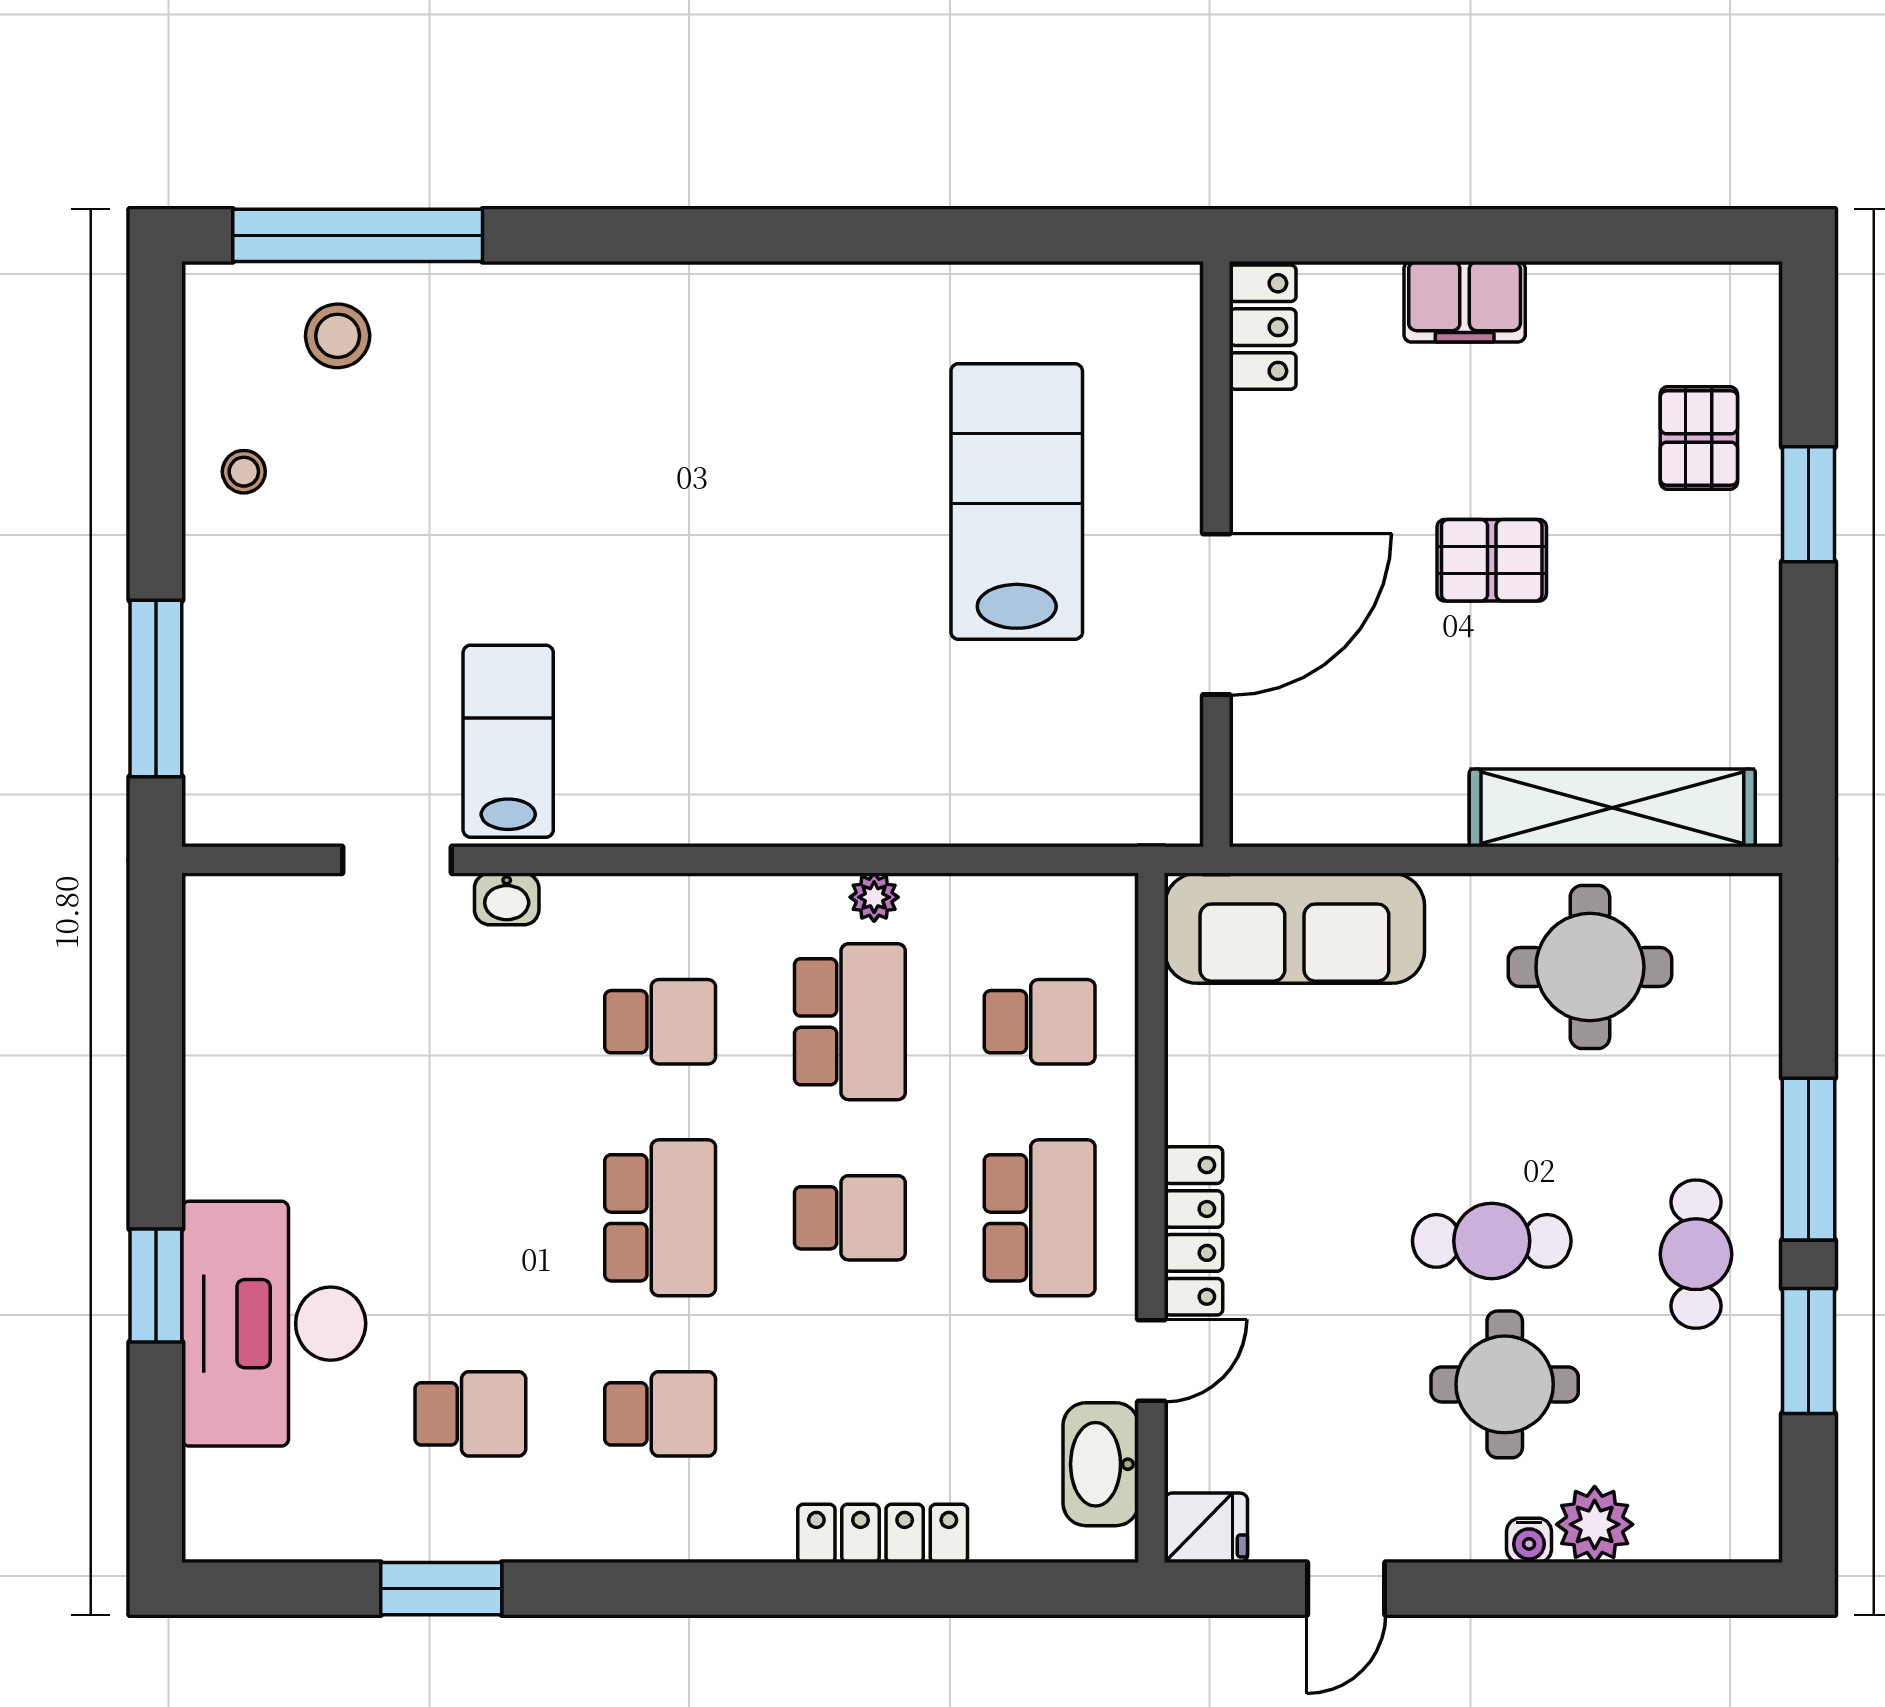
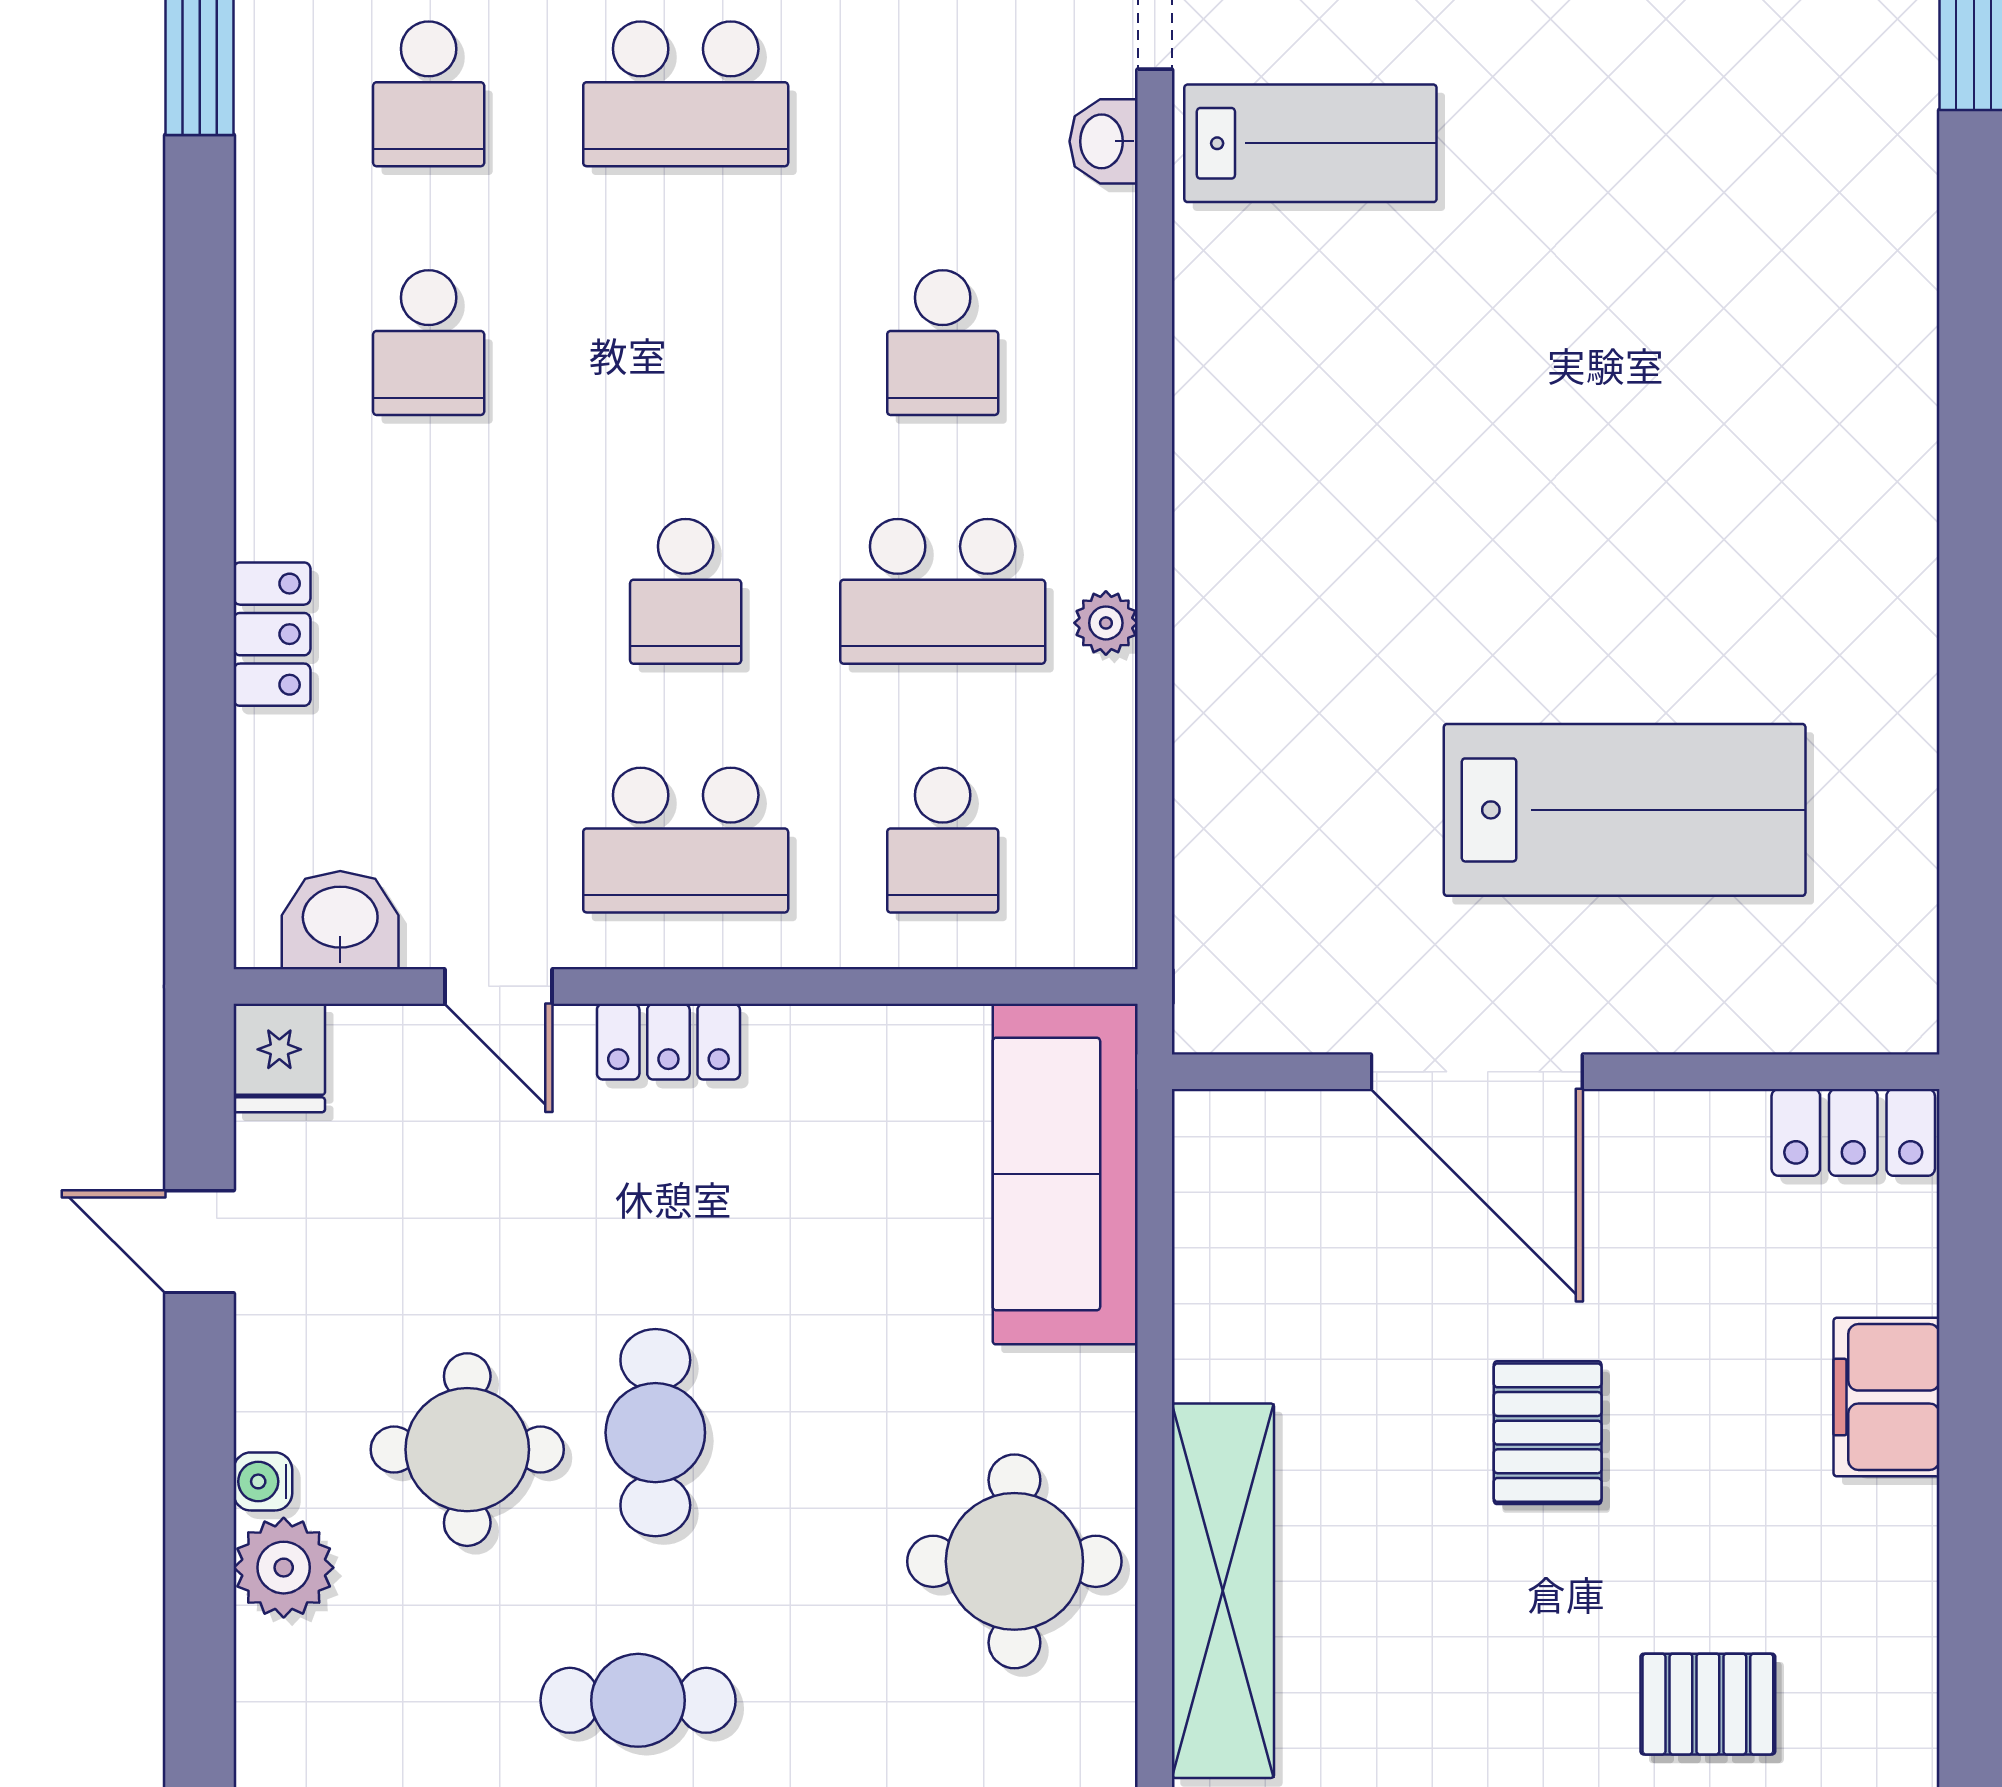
school desk: (660, 1218) -> (686, 94), moved
locker: (1193, 1231) -> (668, 1042), width x0.66
washbasin: (1101, 1464) -> (340, 920), width x0.72
locker: (883, 1533) -> (272, 634), width x0.66

